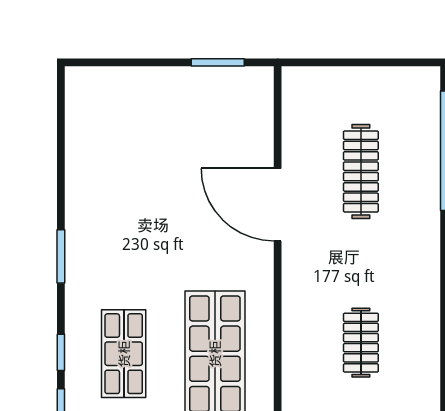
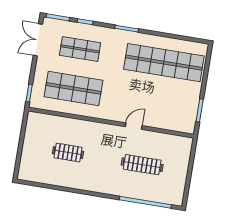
shop shelf: (124, 160) -> (164, 63), added
door: (278, 205) -> (134, 126), width x0.53

